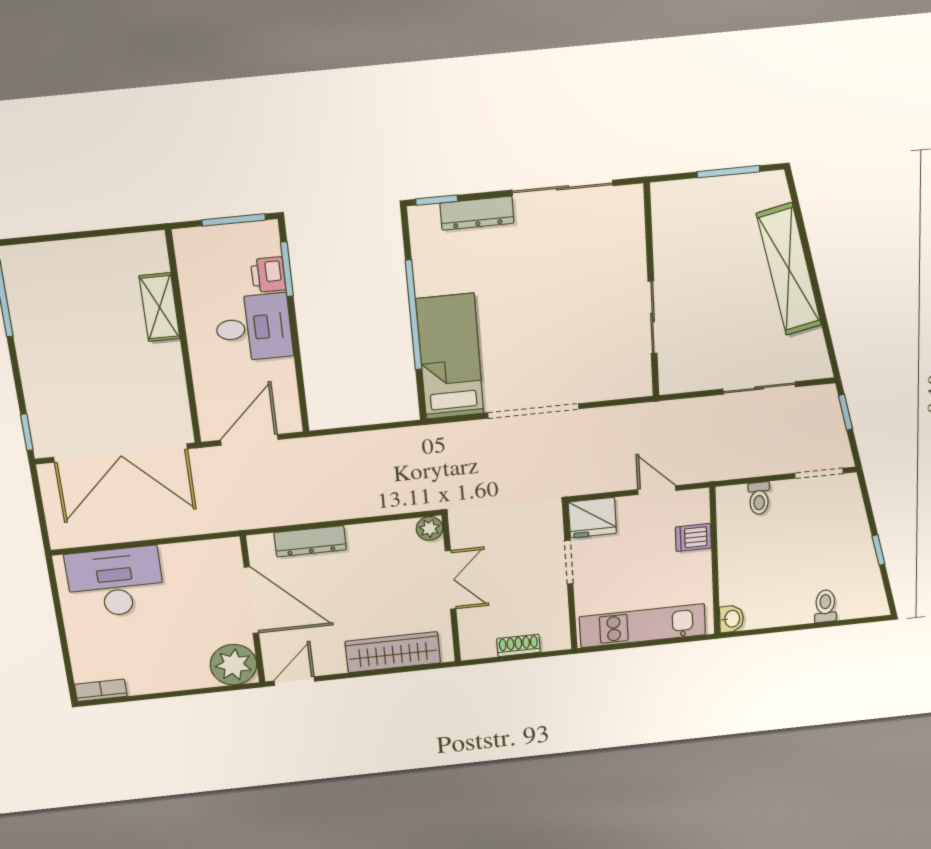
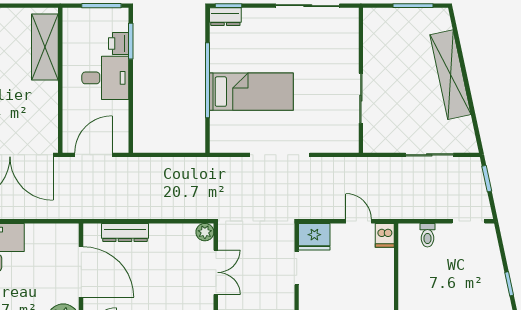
dresser: (477, 213) -> (225, 17), moved, width x0.70
shelving: (160, 307) -> (45, 47), width x1.50, depth x1.33
bed: (450, 357) -> (251, 92), moved, turned 90
dishwasher: (693, 538) -> (385, 235), moved, turned -90

